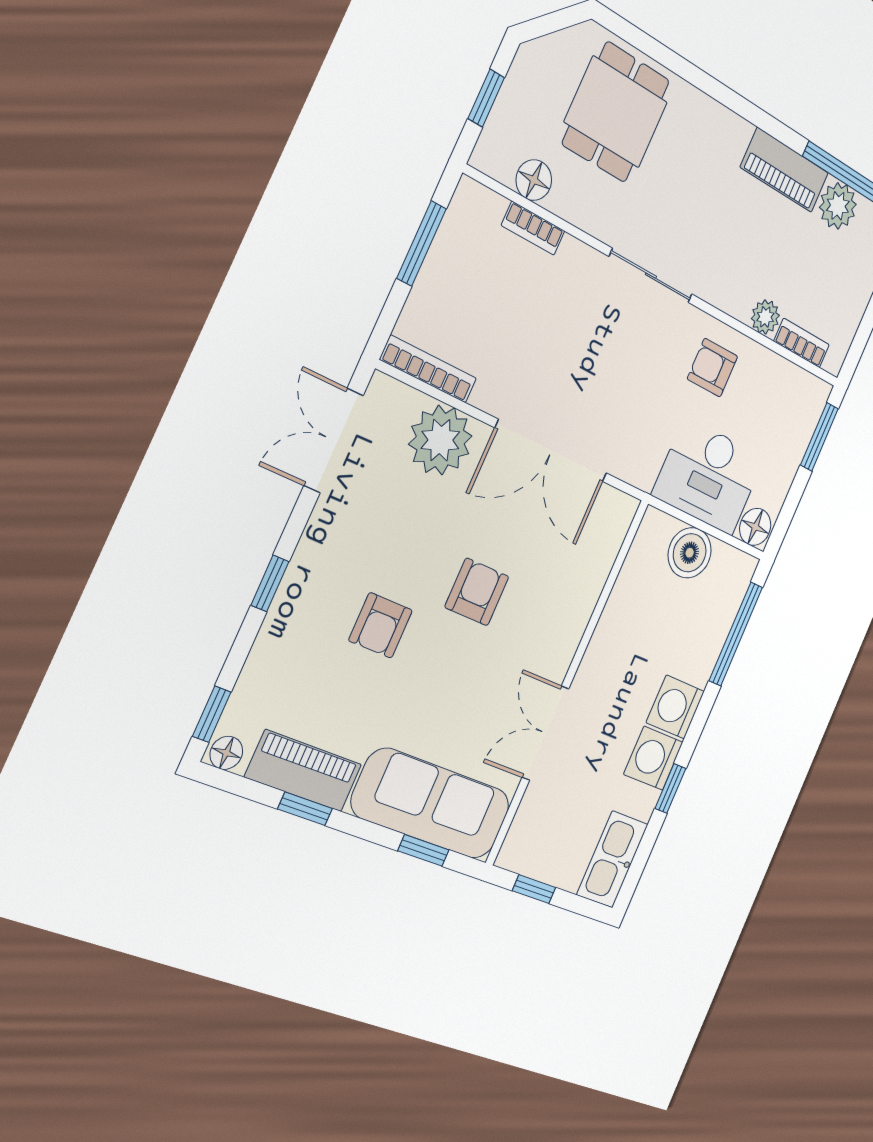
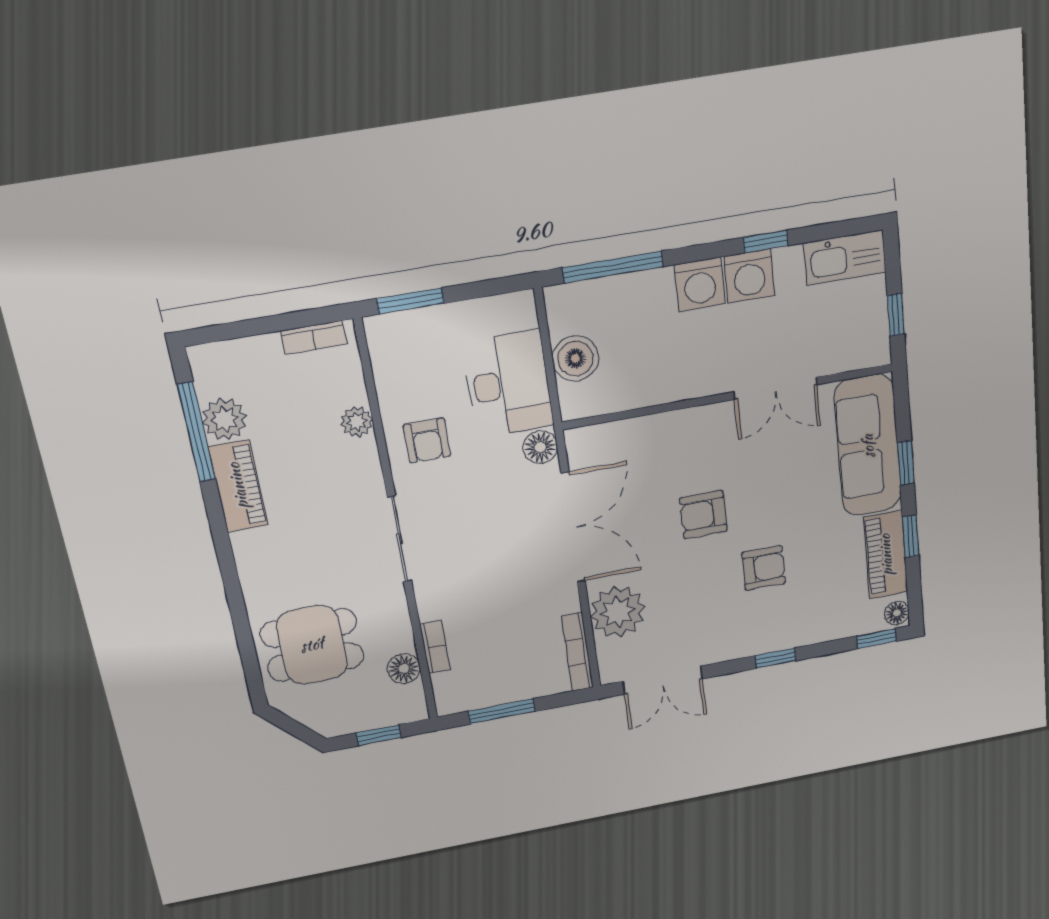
bookcase: (802, 343) -> (314, 337), moved, turned -90
floor lamp: (755, 527) -> (540, 447), moved
window: (423, 850) -> (906, 463), moved

